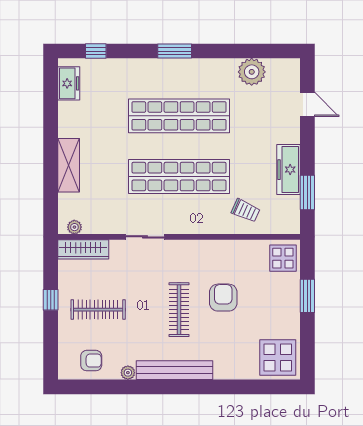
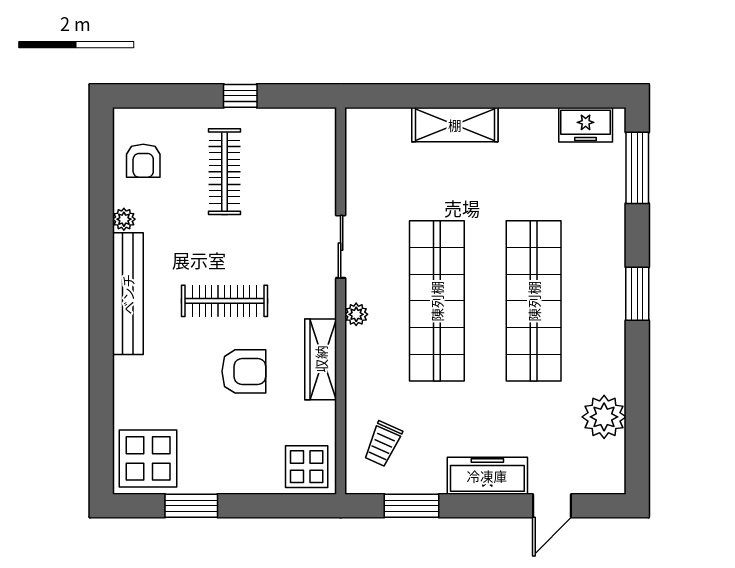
window: (96, 51) -> (637, 168), width x2.17
freezer: (289, 170) -> (487, 476), moved
trolley: (246, 210) -> (383, 444), moved
plant: (74, 227) -> (356, 314), moved
wardrobe: (83, 249) -> (321, 359), moved
window: (307, 296) -> (191, 506), moved

